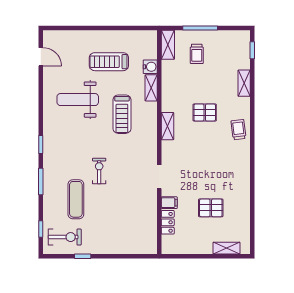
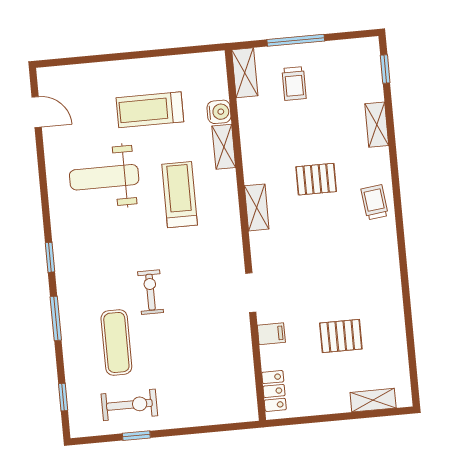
treadmill: (122, 114) -> (180, 195), turned 180
locker: (168, 222) -> (274, 391), moved
exercise bike: (65, 237) -> (129, 405), moved

